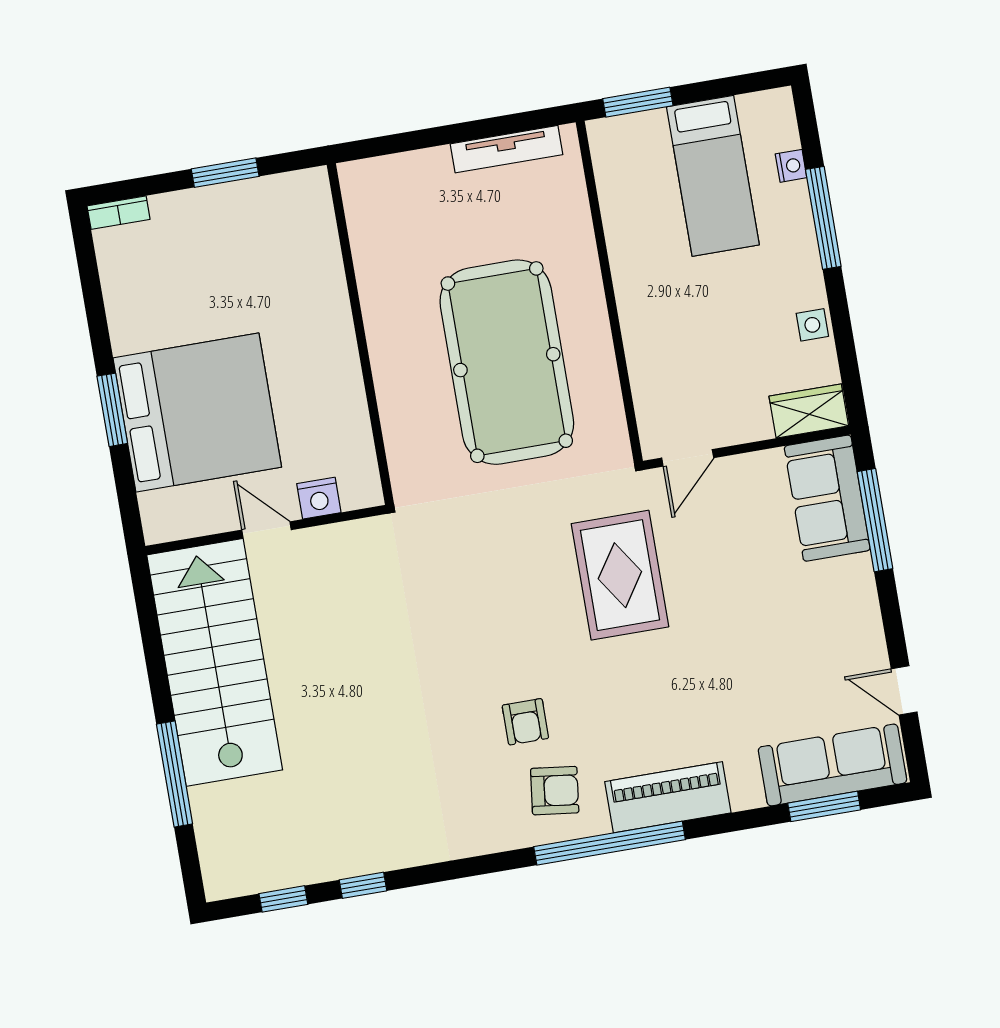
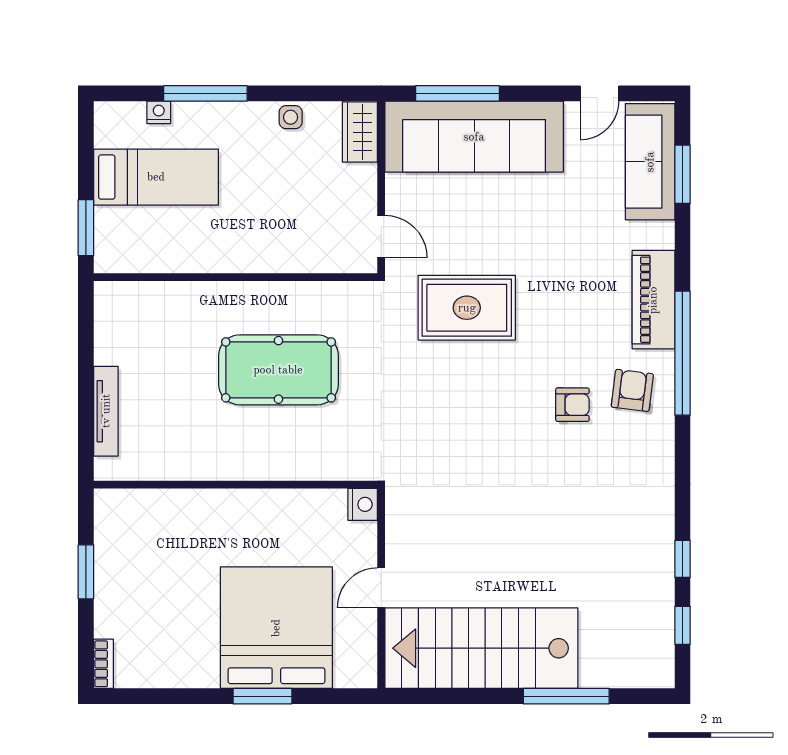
tv unit: (507, 149) -> (106, 411), moved
pool table: (507, 362) -> (278, 370), width x0.73, depth x0.76
nightstand: (319, 498) -> (363, 504), moved
sofa: (827, 498) -> (474, 137), width x1.85, depth x1.27

